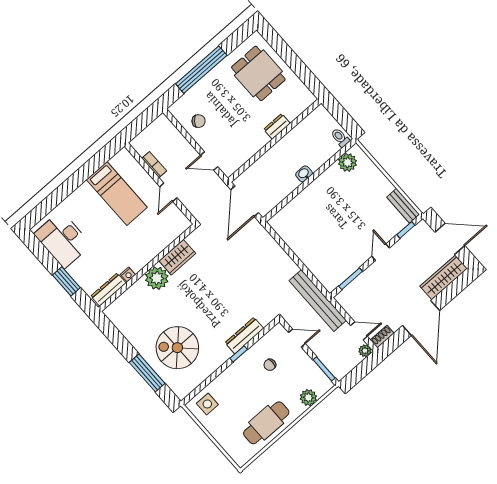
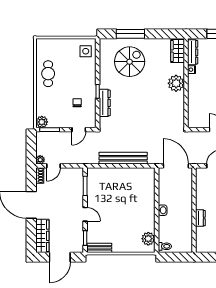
wardrobe: (177, 257) -> (178, 51), moved
bench: (318, 301) -> (123, 158), moved
plant: (308, 398) -> (42, 122), moved
cafe table: (266, 423) -> (48, 74), width x0.73, depth x0.74

